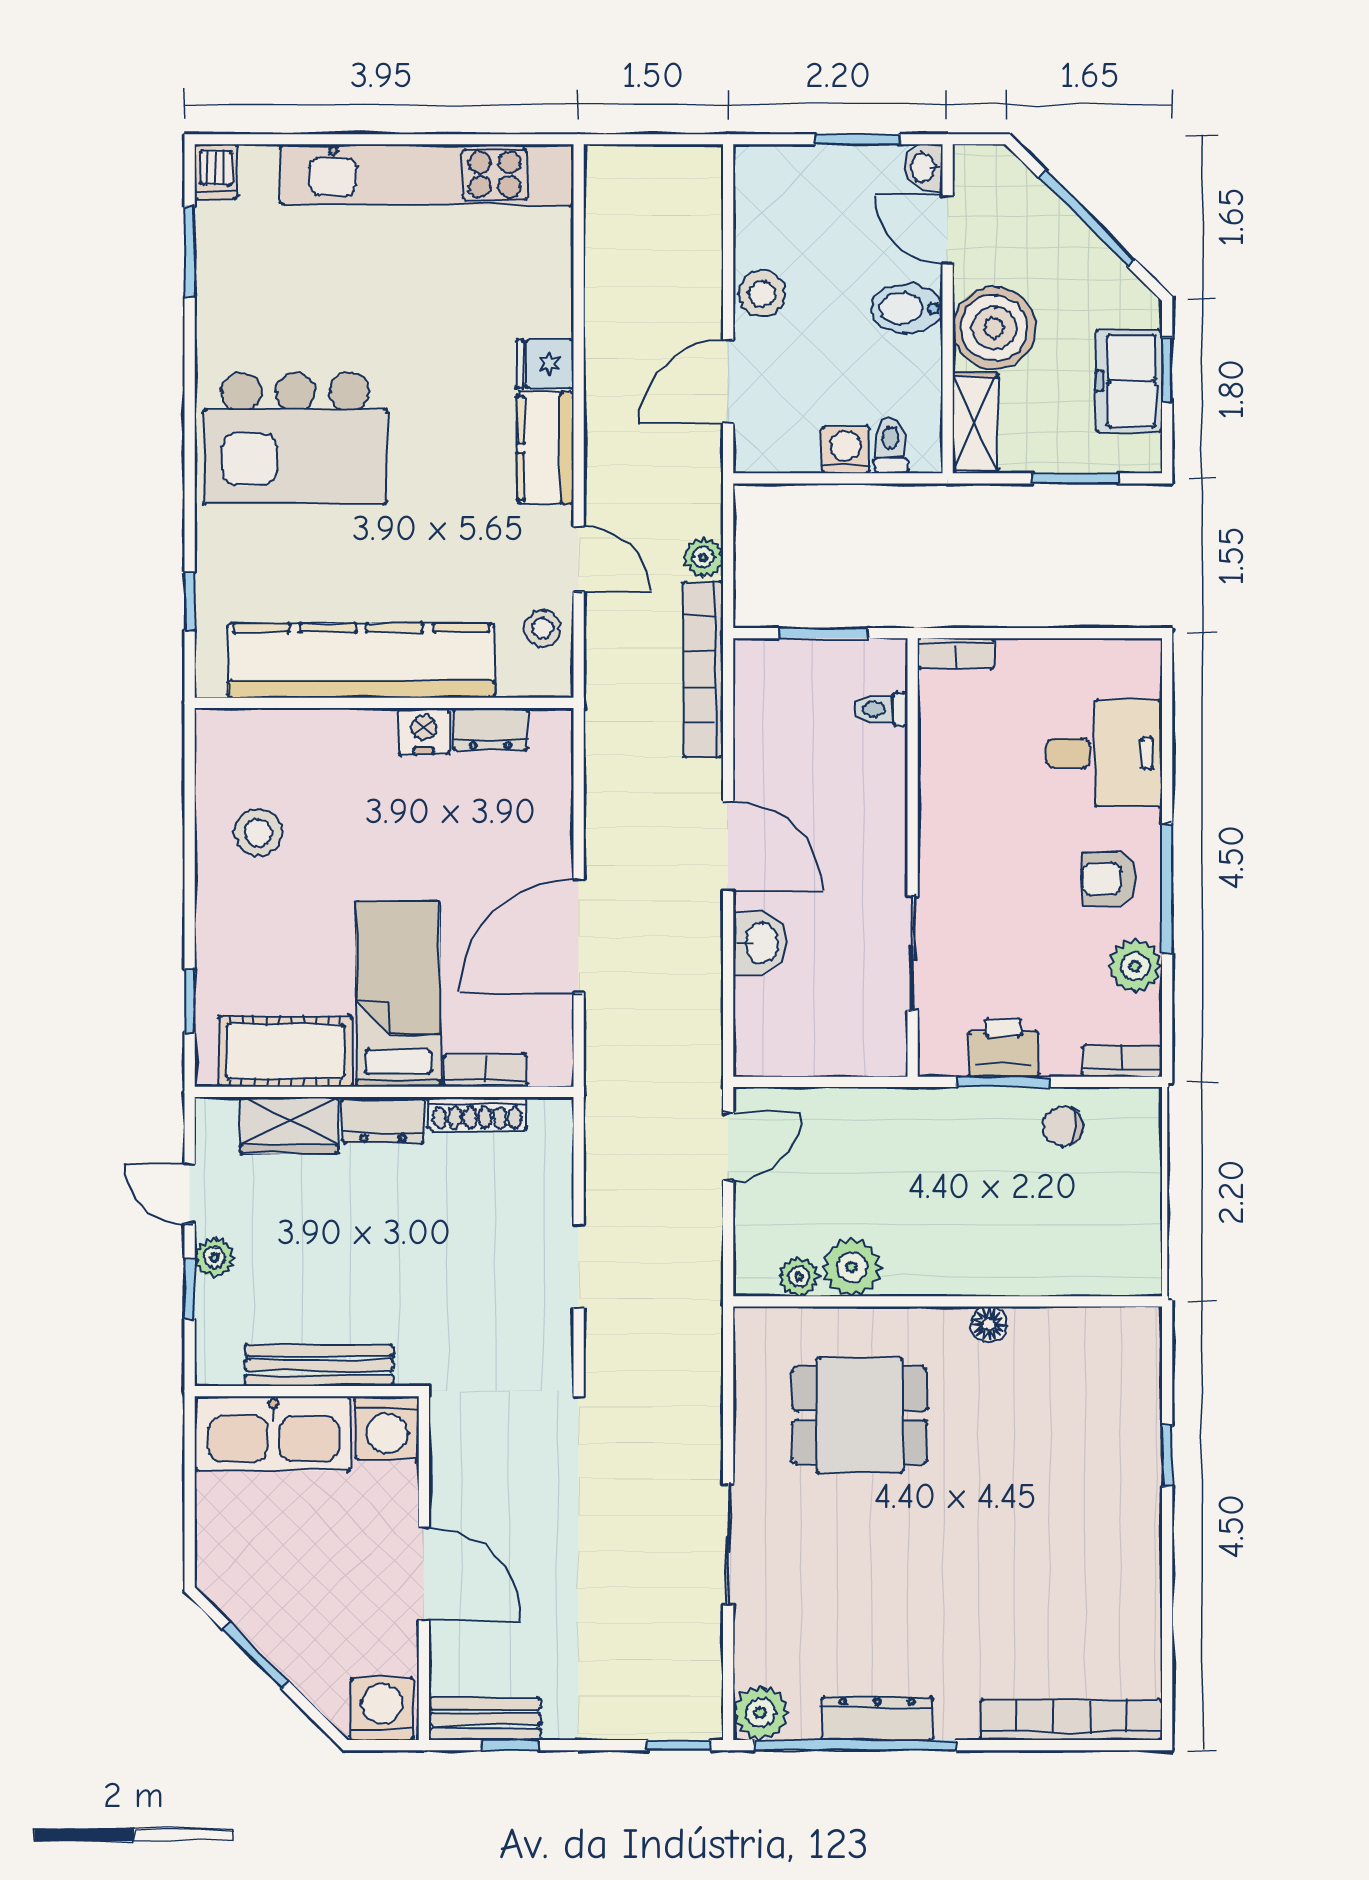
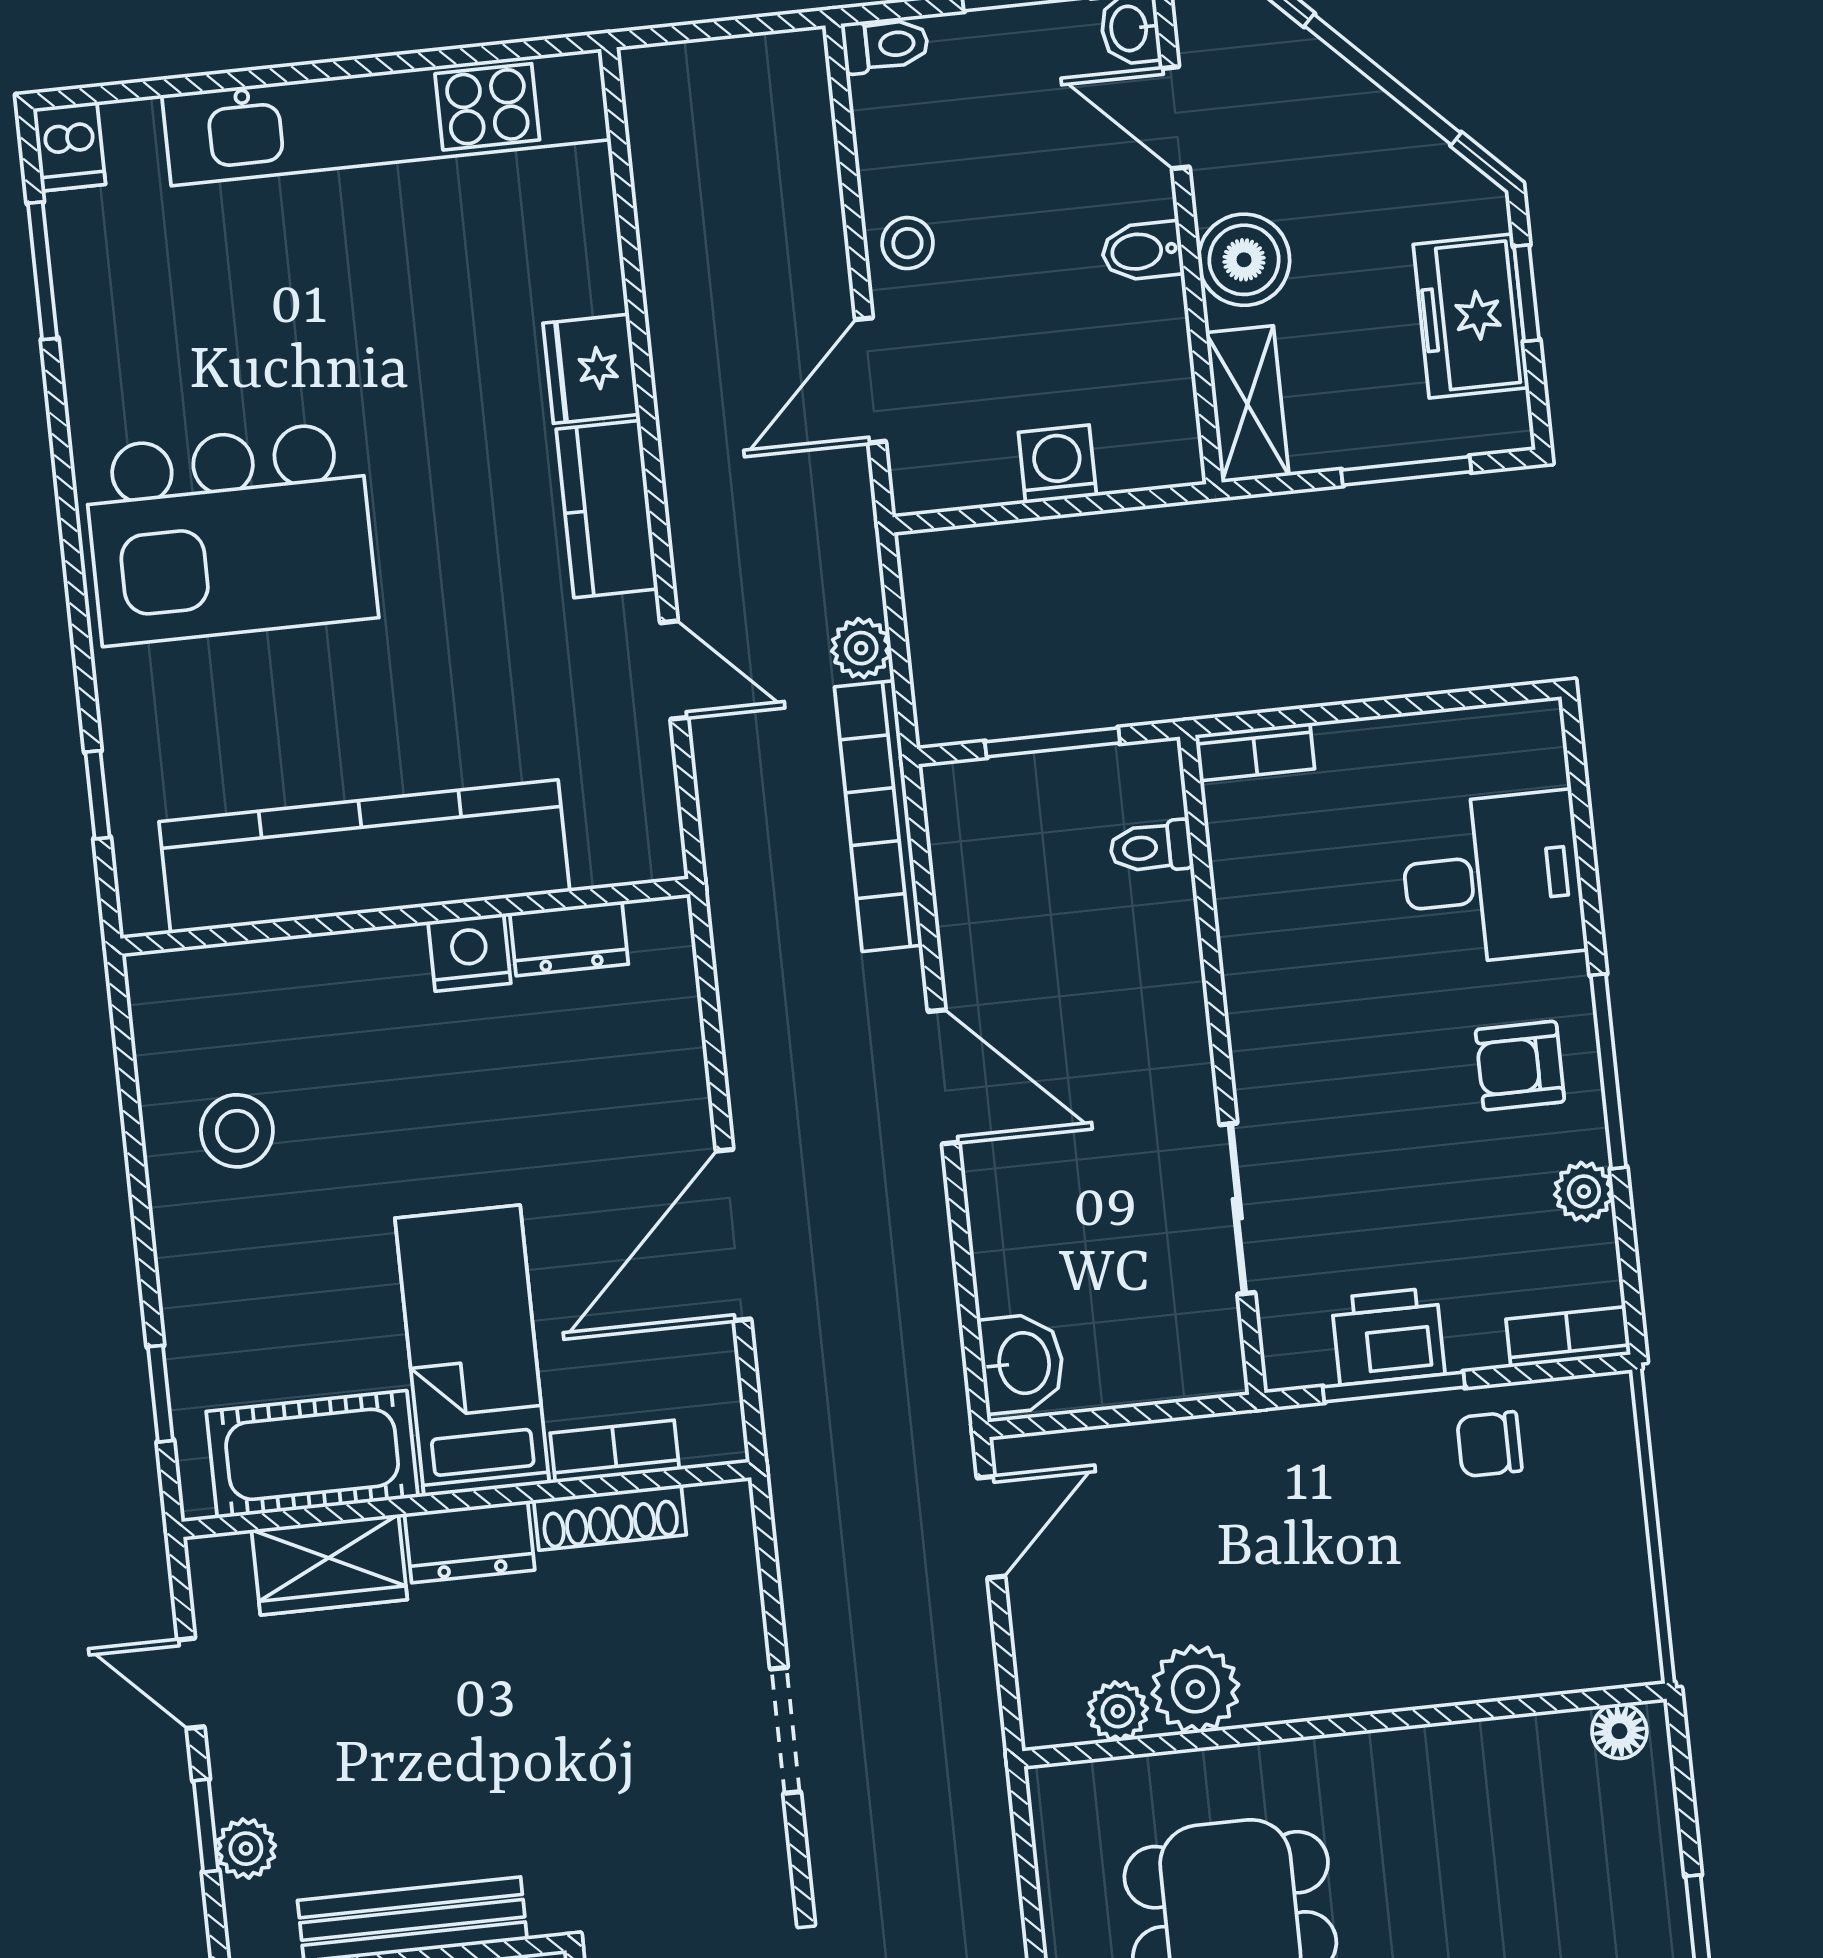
stool: (762, 294) -> (907, 243), width x0.73, depth x0.73
bidet: (907, 308) -> (1142, 251), width x0.72, depth x0.74
boiler: (994, 328) -> (1244, 260), width x0.73, depth x0.73
fridge: (545, 364) -> (591, 369), width x1.38
toilet: (890, 446) -> (885, 45), moved, turned 90
stool: (543, 628) -> (631, 780), removed
washbasin: (760, 943) -> (1022, 1363), moved
plant: (1135, 966) -> (1584, 1191), width x0.73, depth x0.73
plant: (214, 1257) -> (246, 1849), moved
floor lamp: (989, 1324) -> (1619, 1731), moved

